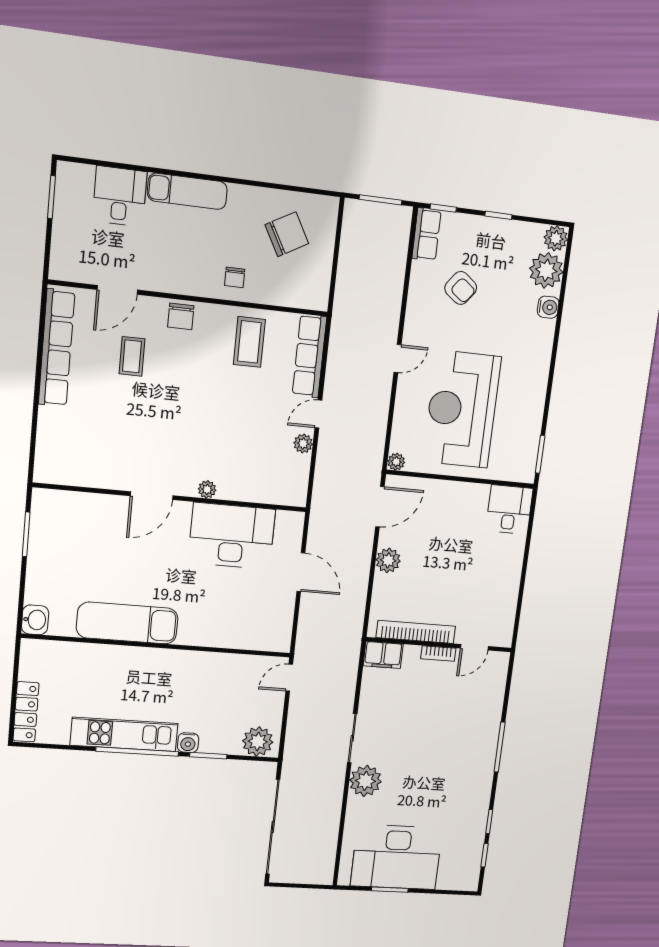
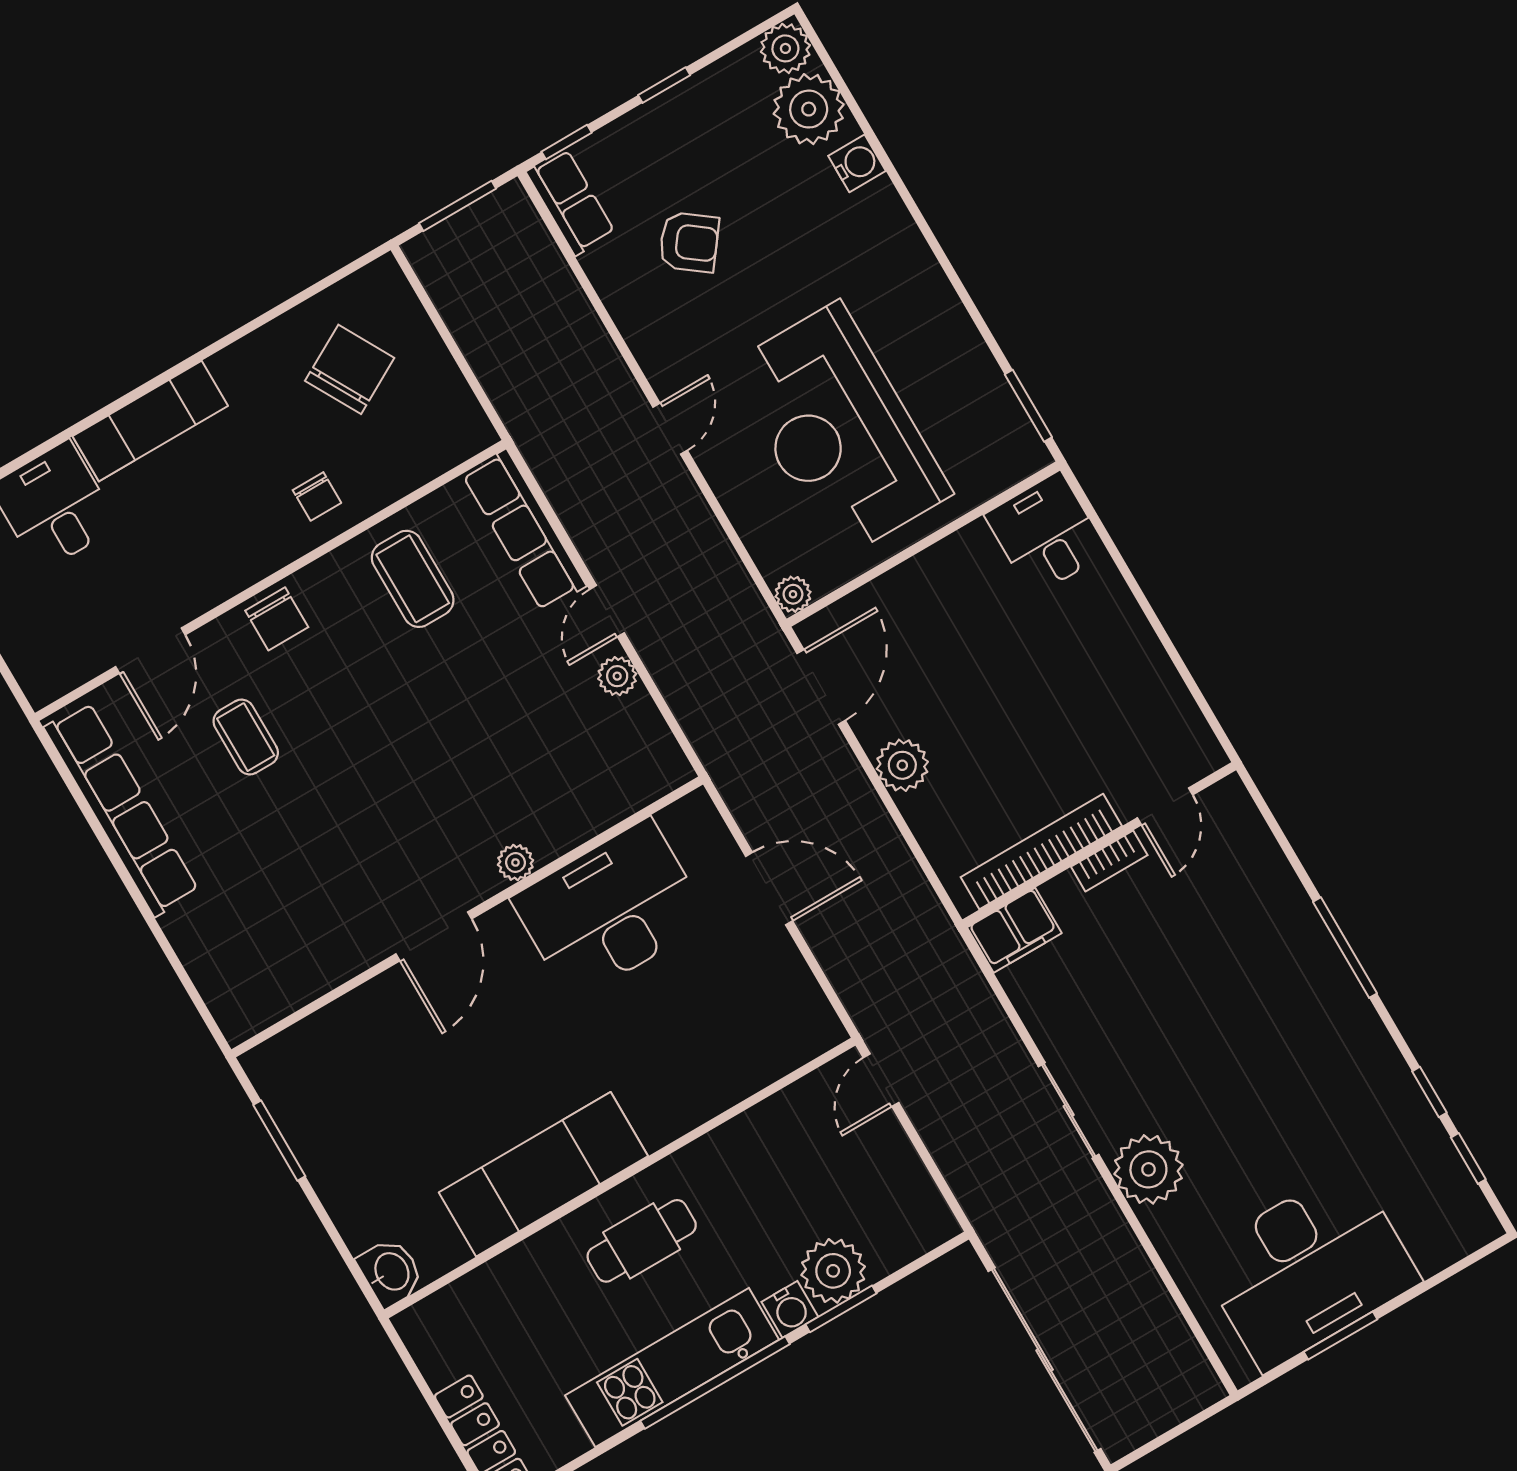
cafe table: (148, 676) -> (642, 1241), added
plant: (258, 742) -> (833, 1271), moved

